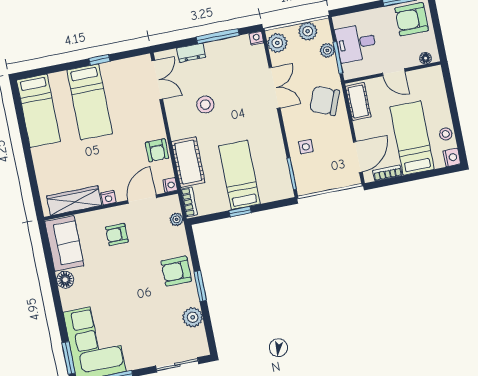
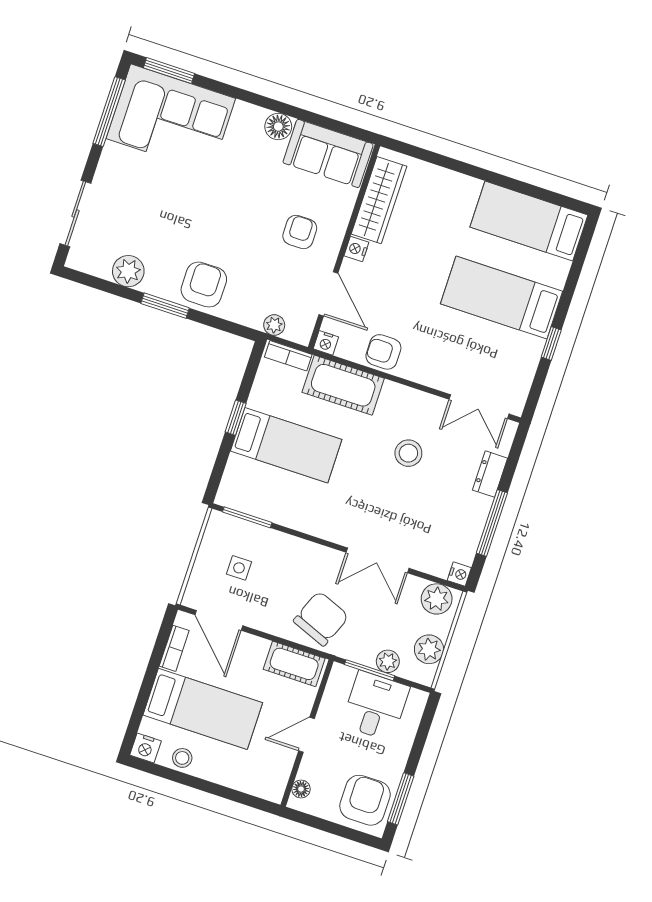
side table: (306, 147) -> (239, 568), moved

